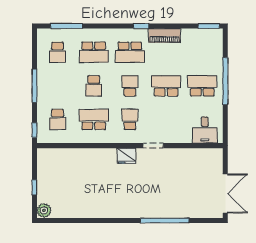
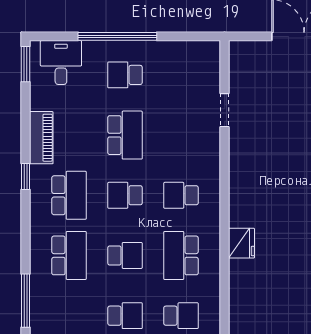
school desk: (58, 52) -> (125, 316), moved
school desk: (166, 86) -> (125, 135), turned 180
school desk: (202, 86) -> (125, 75), width x0.54
desk: (205, 130) -> (61, 63), moved, turned -90
doorway: (153, 146) -> (225, 110), moved
fridge: (126, 156) -> (241, 243), moved

